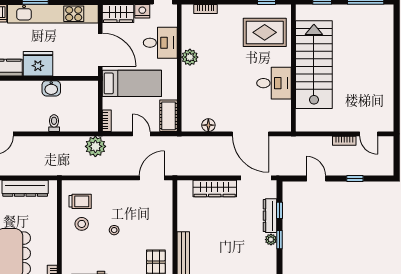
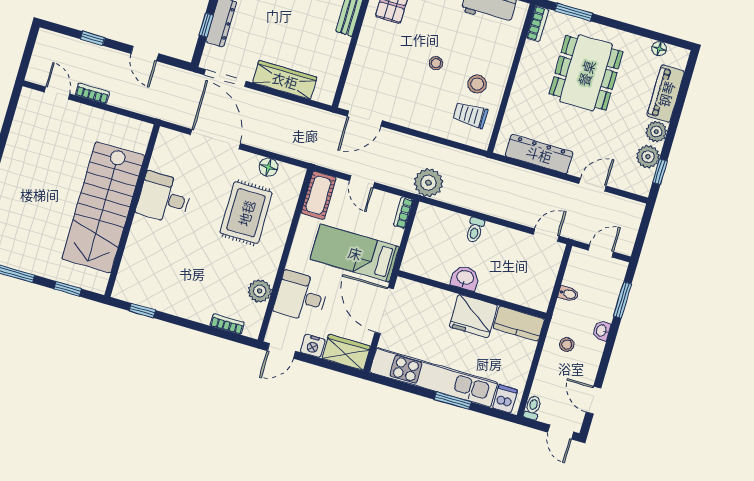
rug: (265, 32) -> (246, 213), moved, turned 90
plant: (190, 57) -> (260, 291), moved

